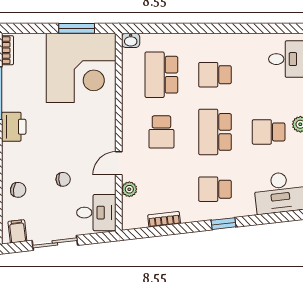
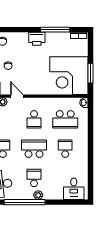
school desk: (161, 75) -> (65, 119), turned 180
school desk: (161, 132) -> (34, 119), turned -90

